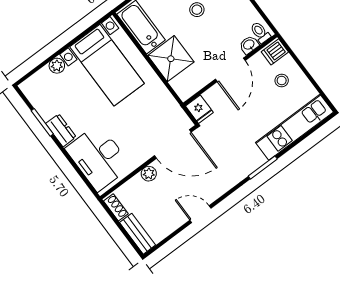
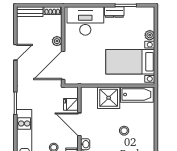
fridge: (199, 109) -> (71, 104), moved

